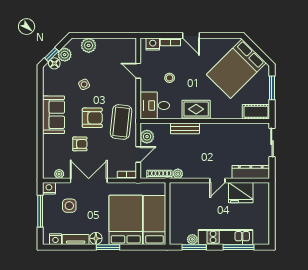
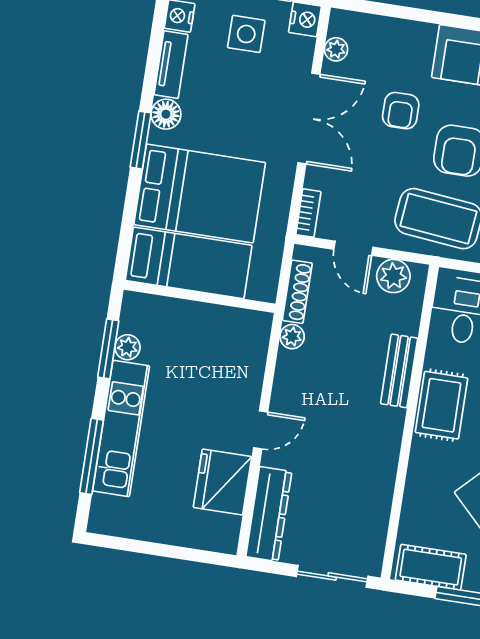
cot: (256, 112) -> (431, 567), moved, turned 90
door: (217, 181) -> (261, 430), swing flipped
side table: (69, 206) -> (246, 34), moved

